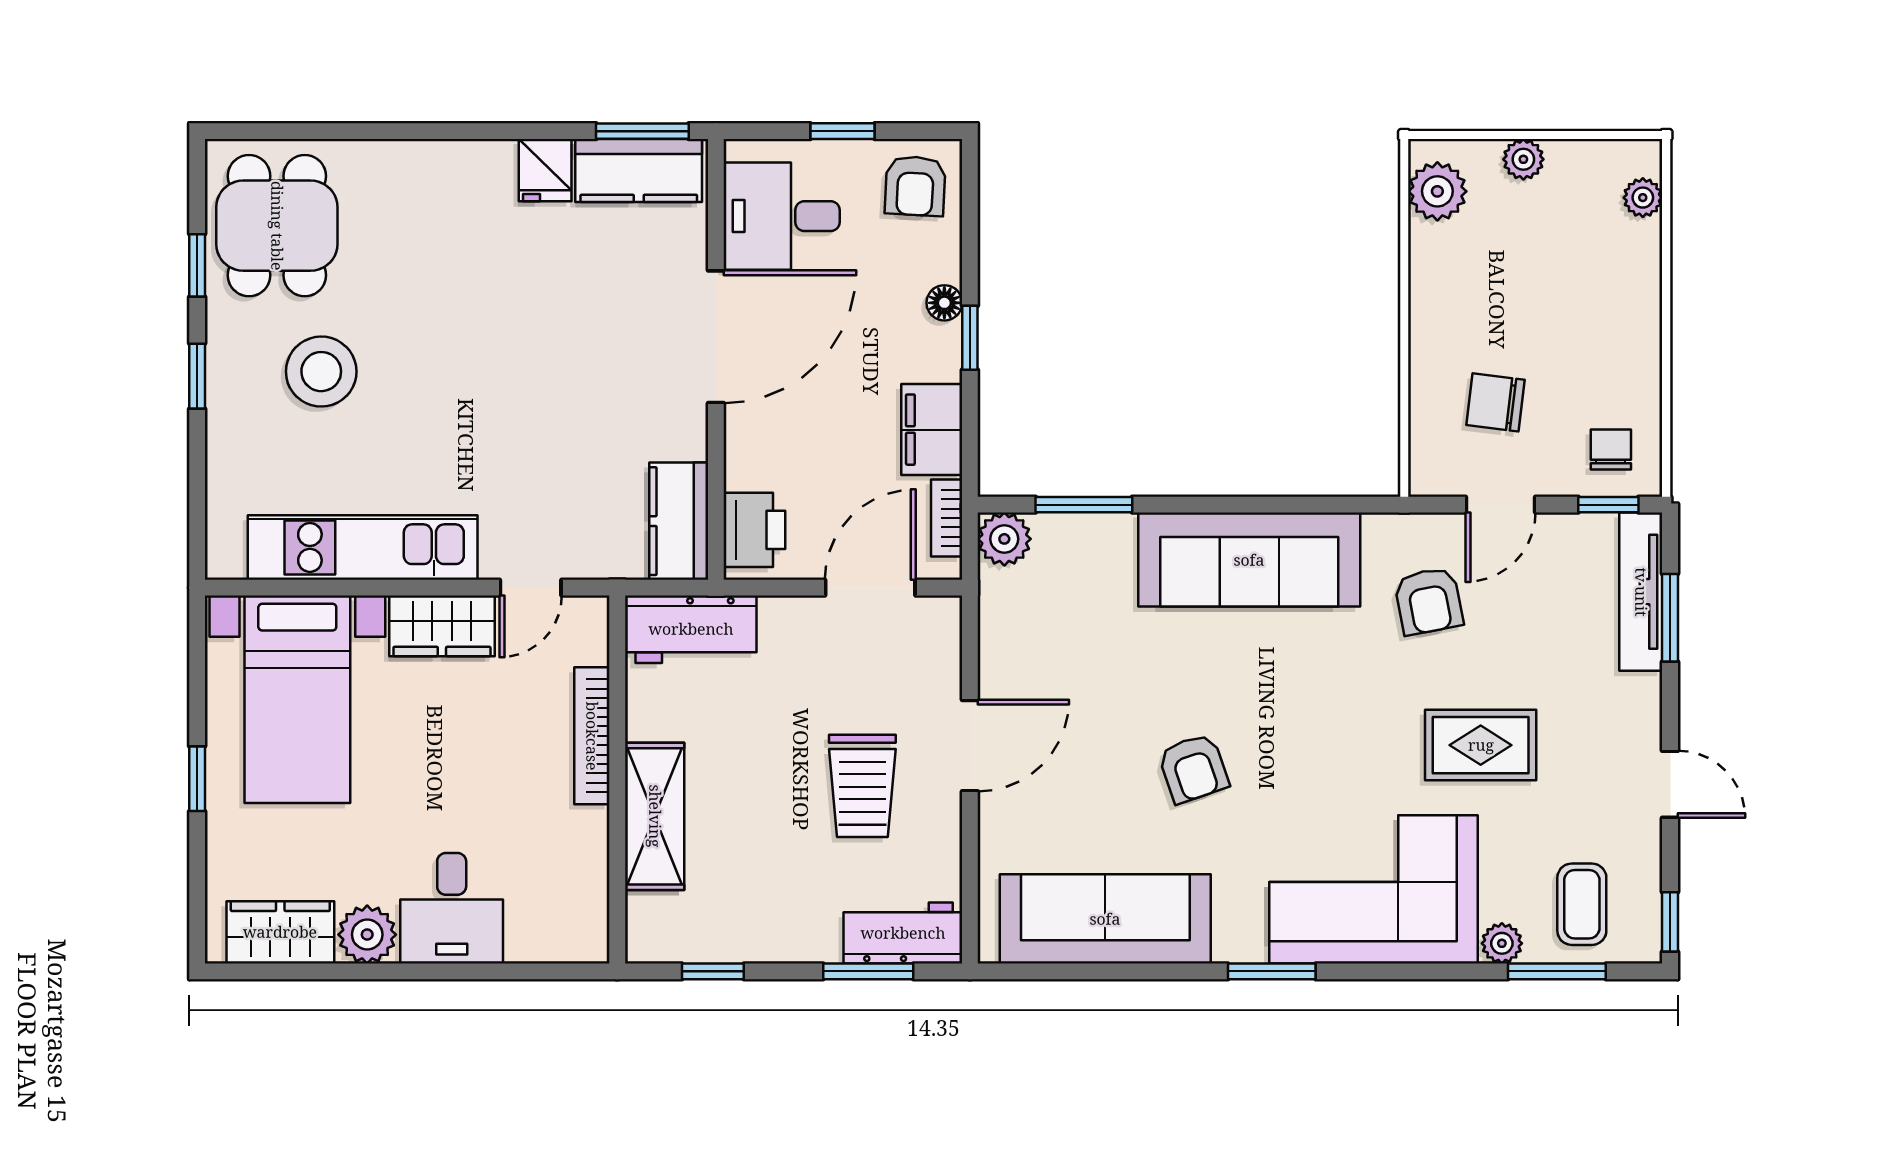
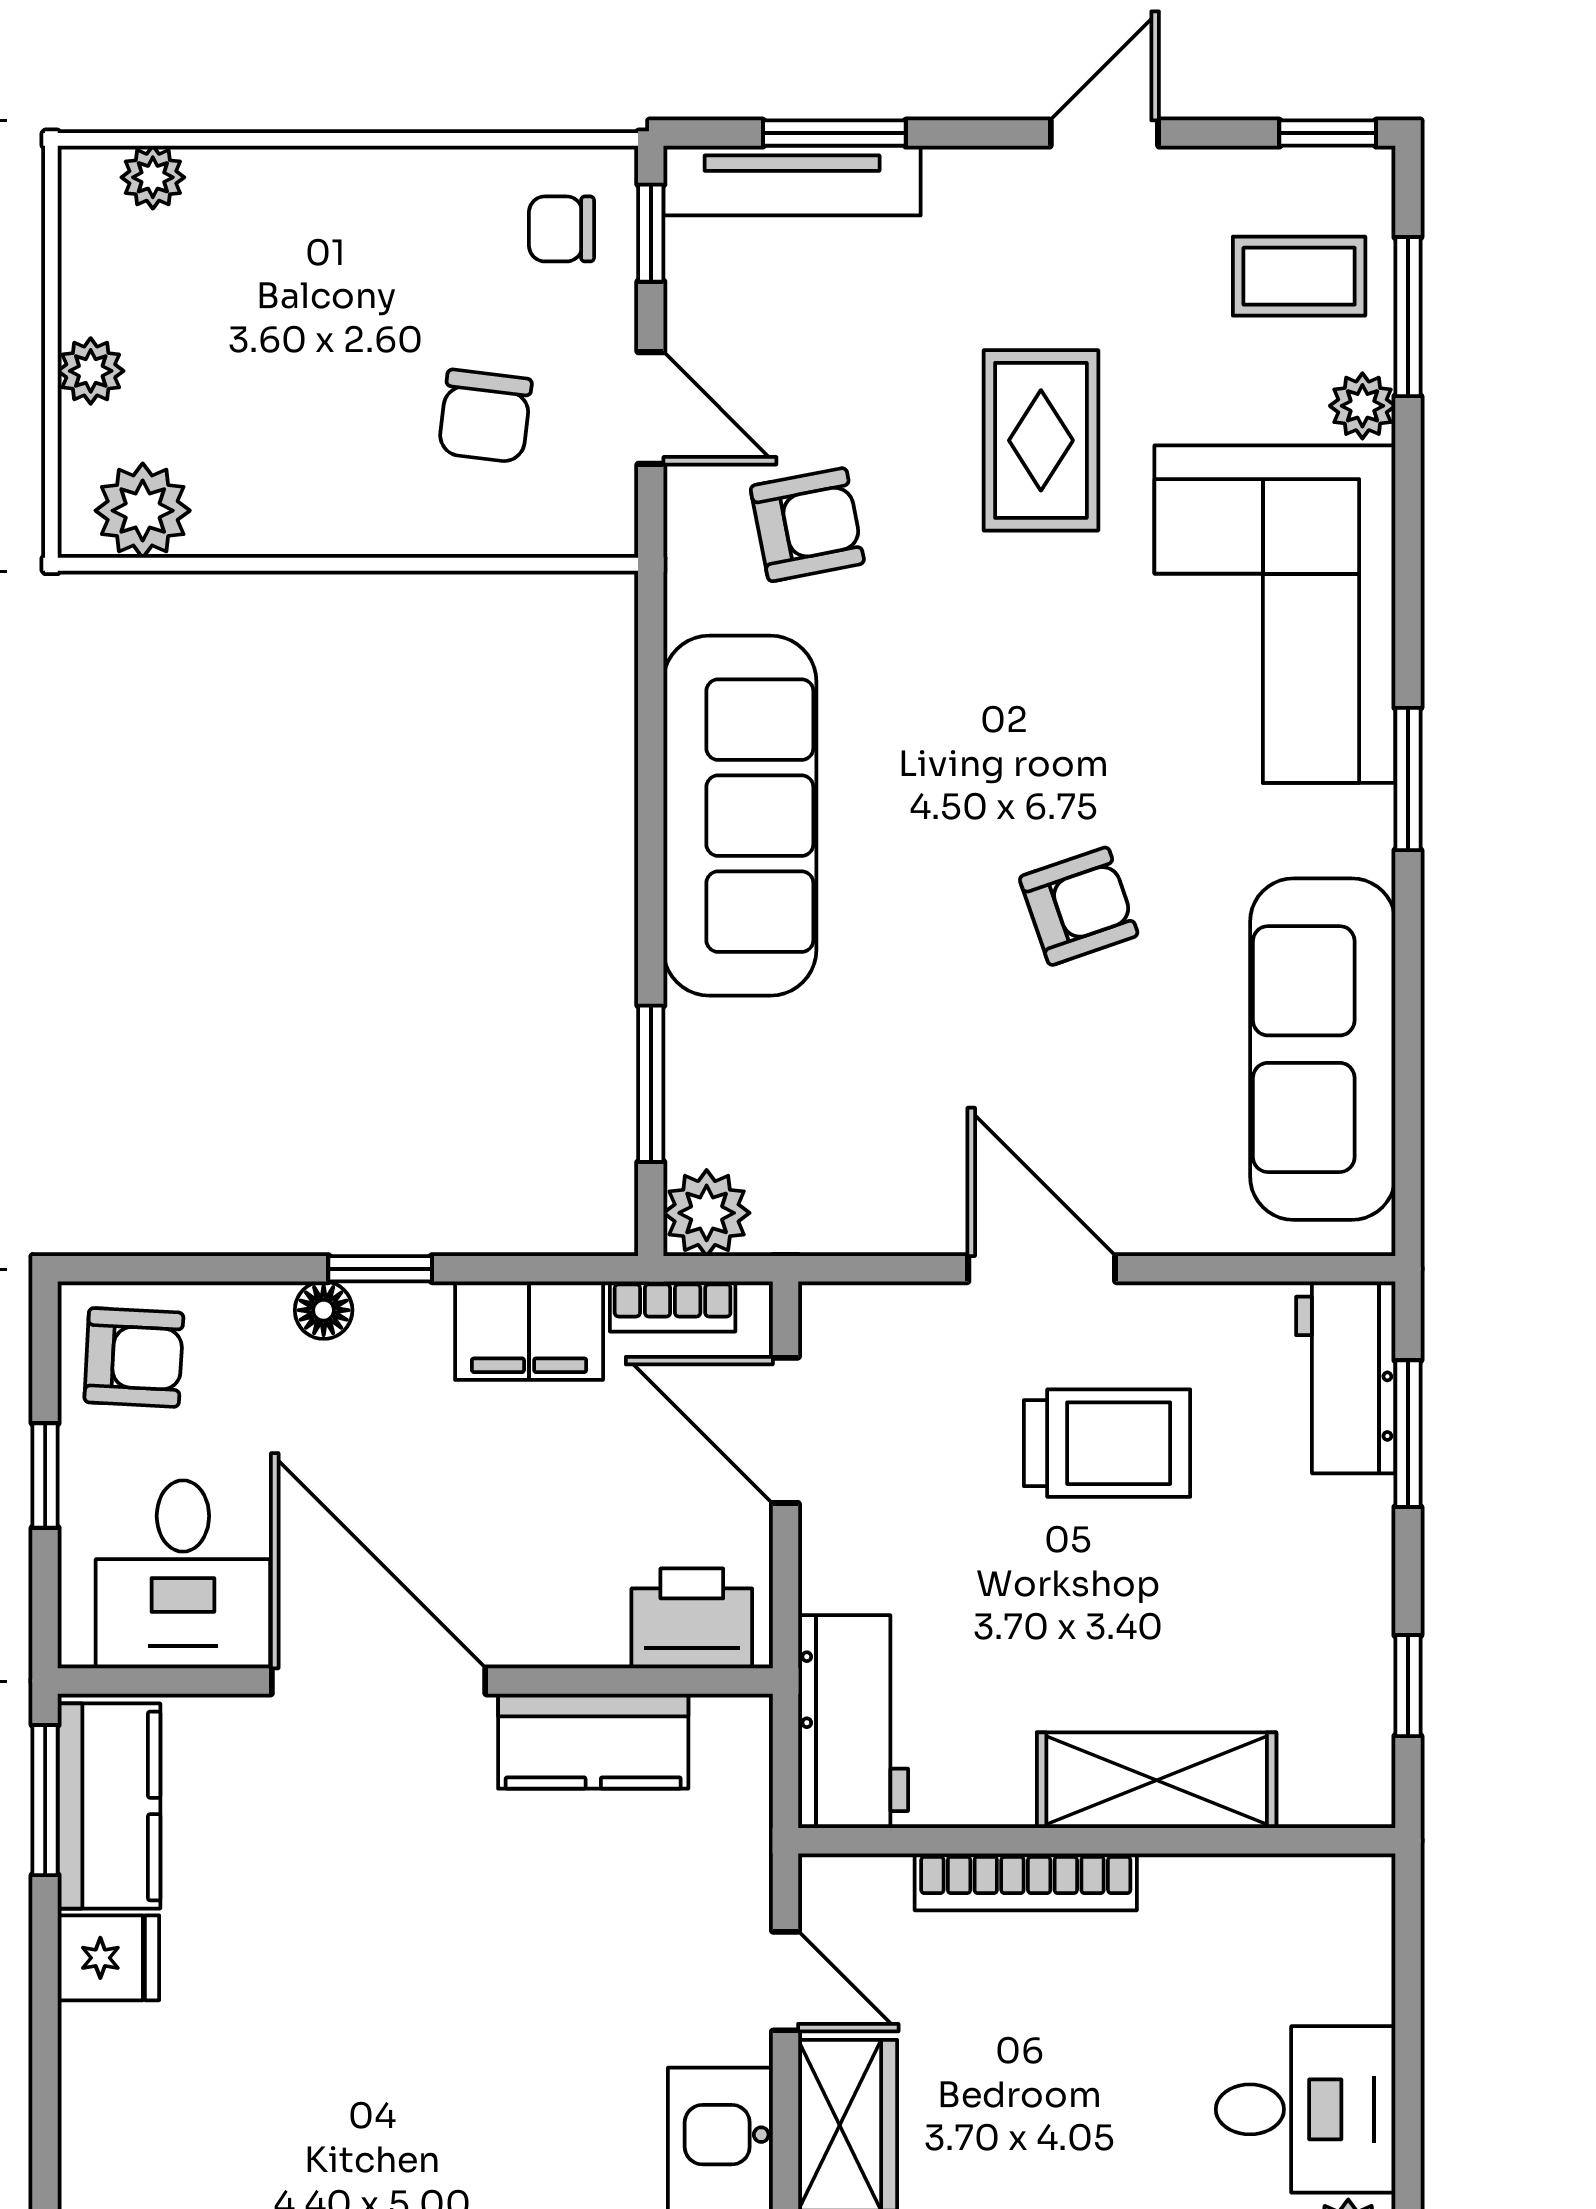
kitchen counter: (679, 521) -> (593, 1741), moved

